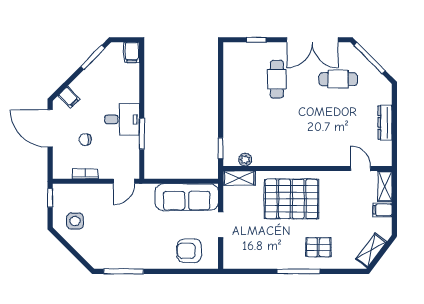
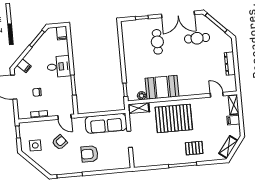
desk: (122, 119) -> (59, 67), moved
booth: (277, 150) -> (162, 87), added
door: (124, 181) -> (65, 117), hinge flipped
armchair: (113, 219) -> (60, 142), added
armchair: (189, 251) -> (89, 154), moved

